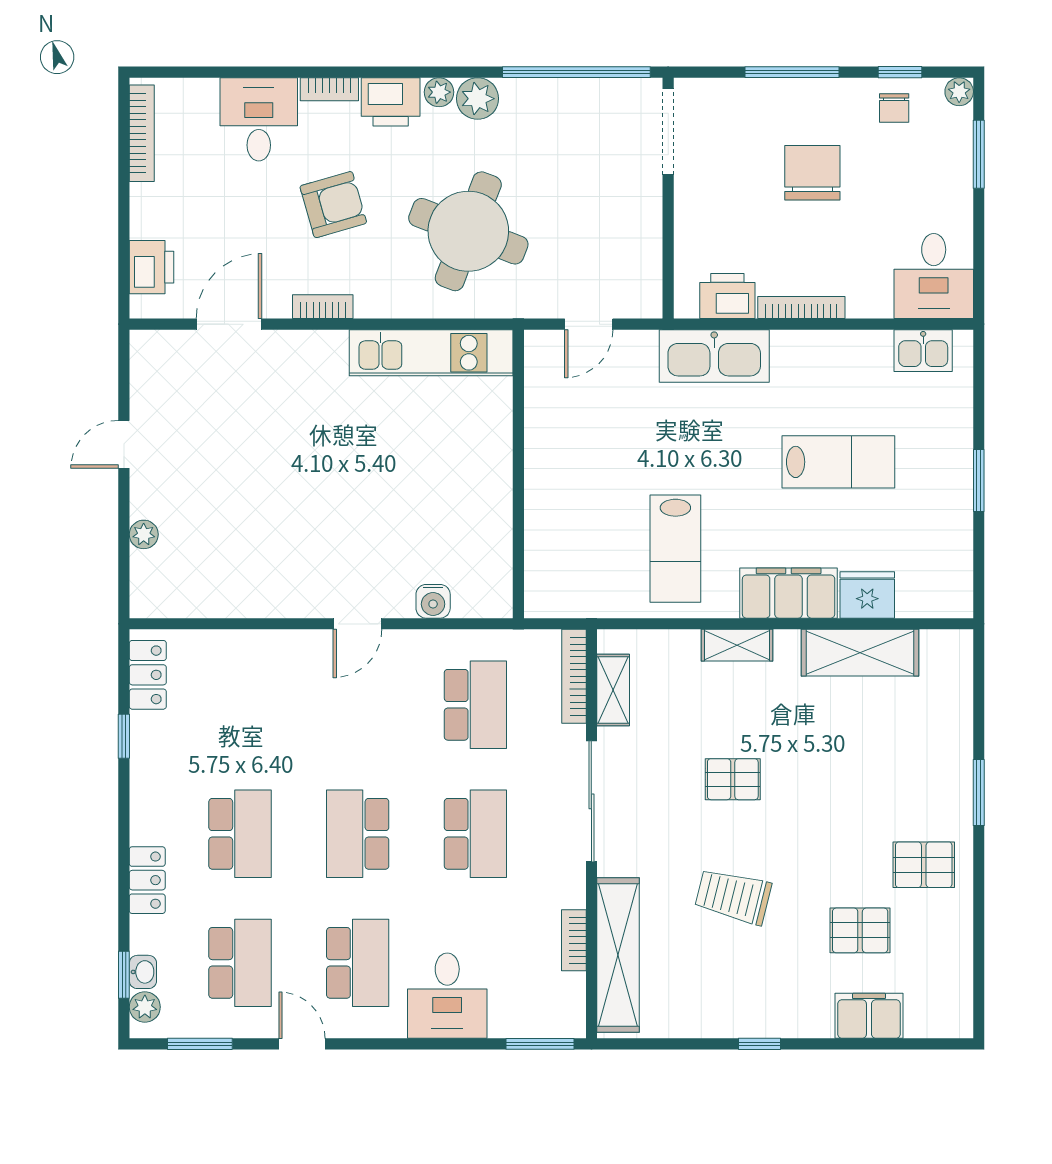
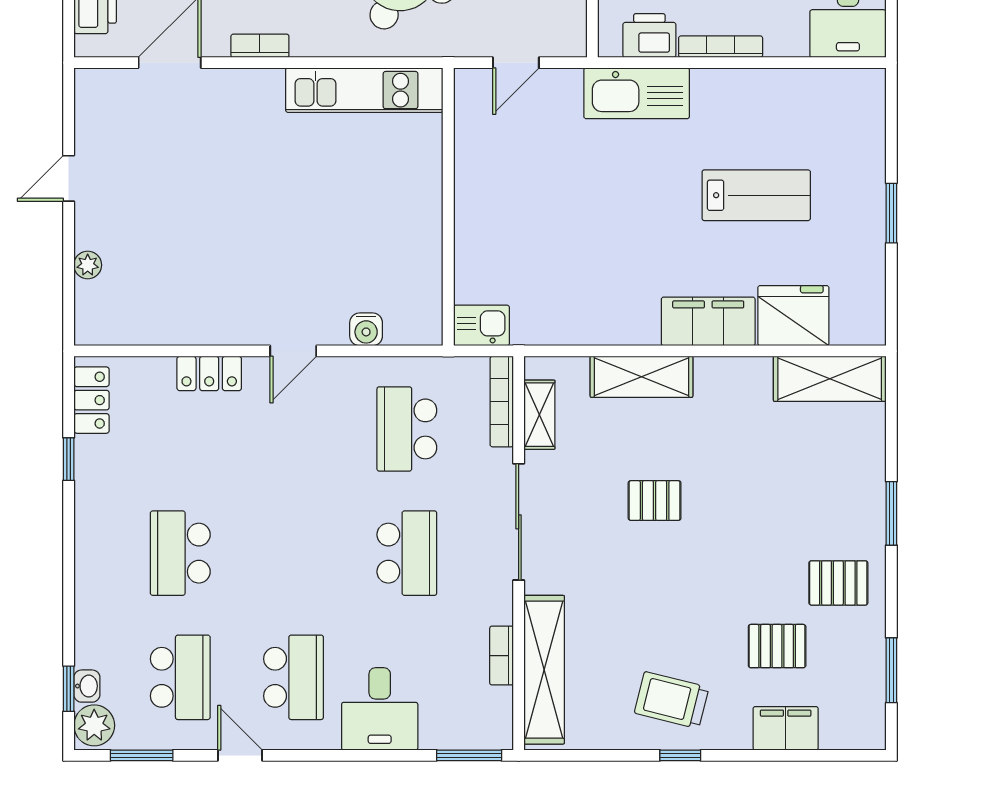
kitchen sink: (923, 351) -> (481, 325), moved, turned 180
lab bench: (675, 549) -> (599, 279), removed
fridge: (867, 595) -> (793, 316), width x1.36, depth x1.34
shelving: (737, 645) -> (641, 377), width x1.50, depth x1.33
shelving: (860, 653) -> (830, 379), moved
school desk: (475, 705) -> (407, 429), turned 180
school desk: (240, 834) -> (180, 553), turned 180
school desk: (358, 834) -> (294, 553), removed
locker: (147, 880) -> (209, 373), moved, turned 90
trolley: (733, 896) -> (672, 700), moved
window: (979, 956) -> (891, 670), added
plant: (145, 1007) -> (94, 725), width x1.38, depth x1.38

